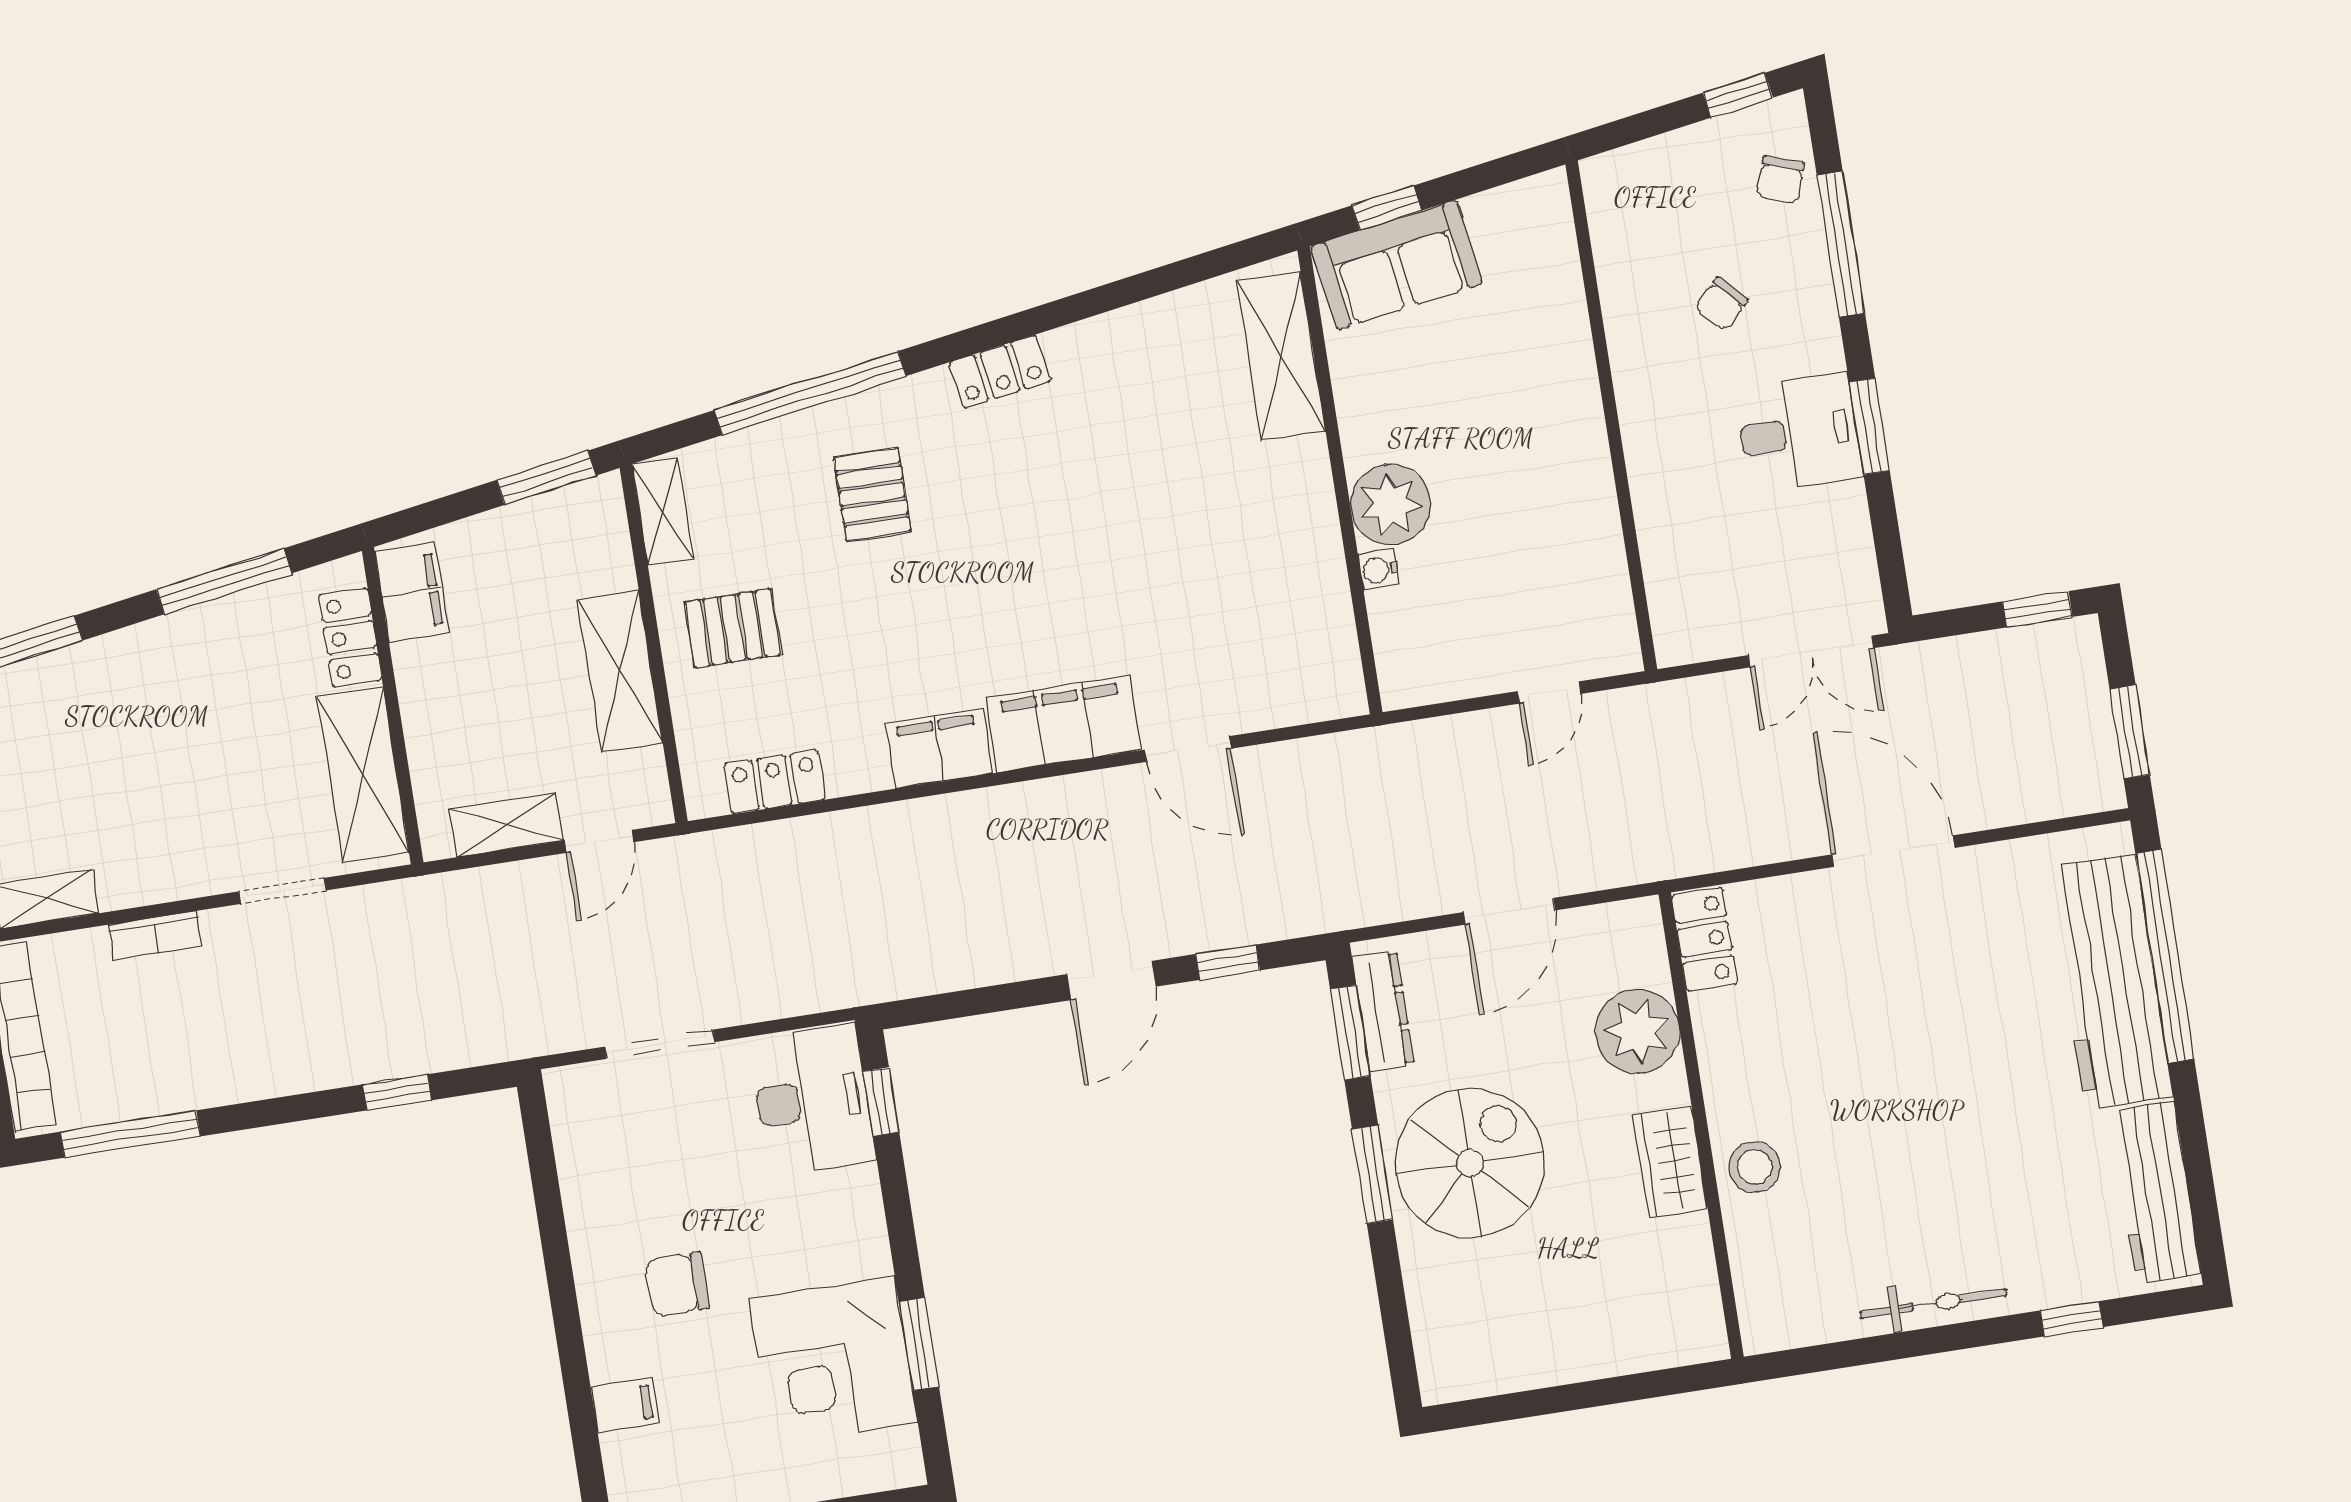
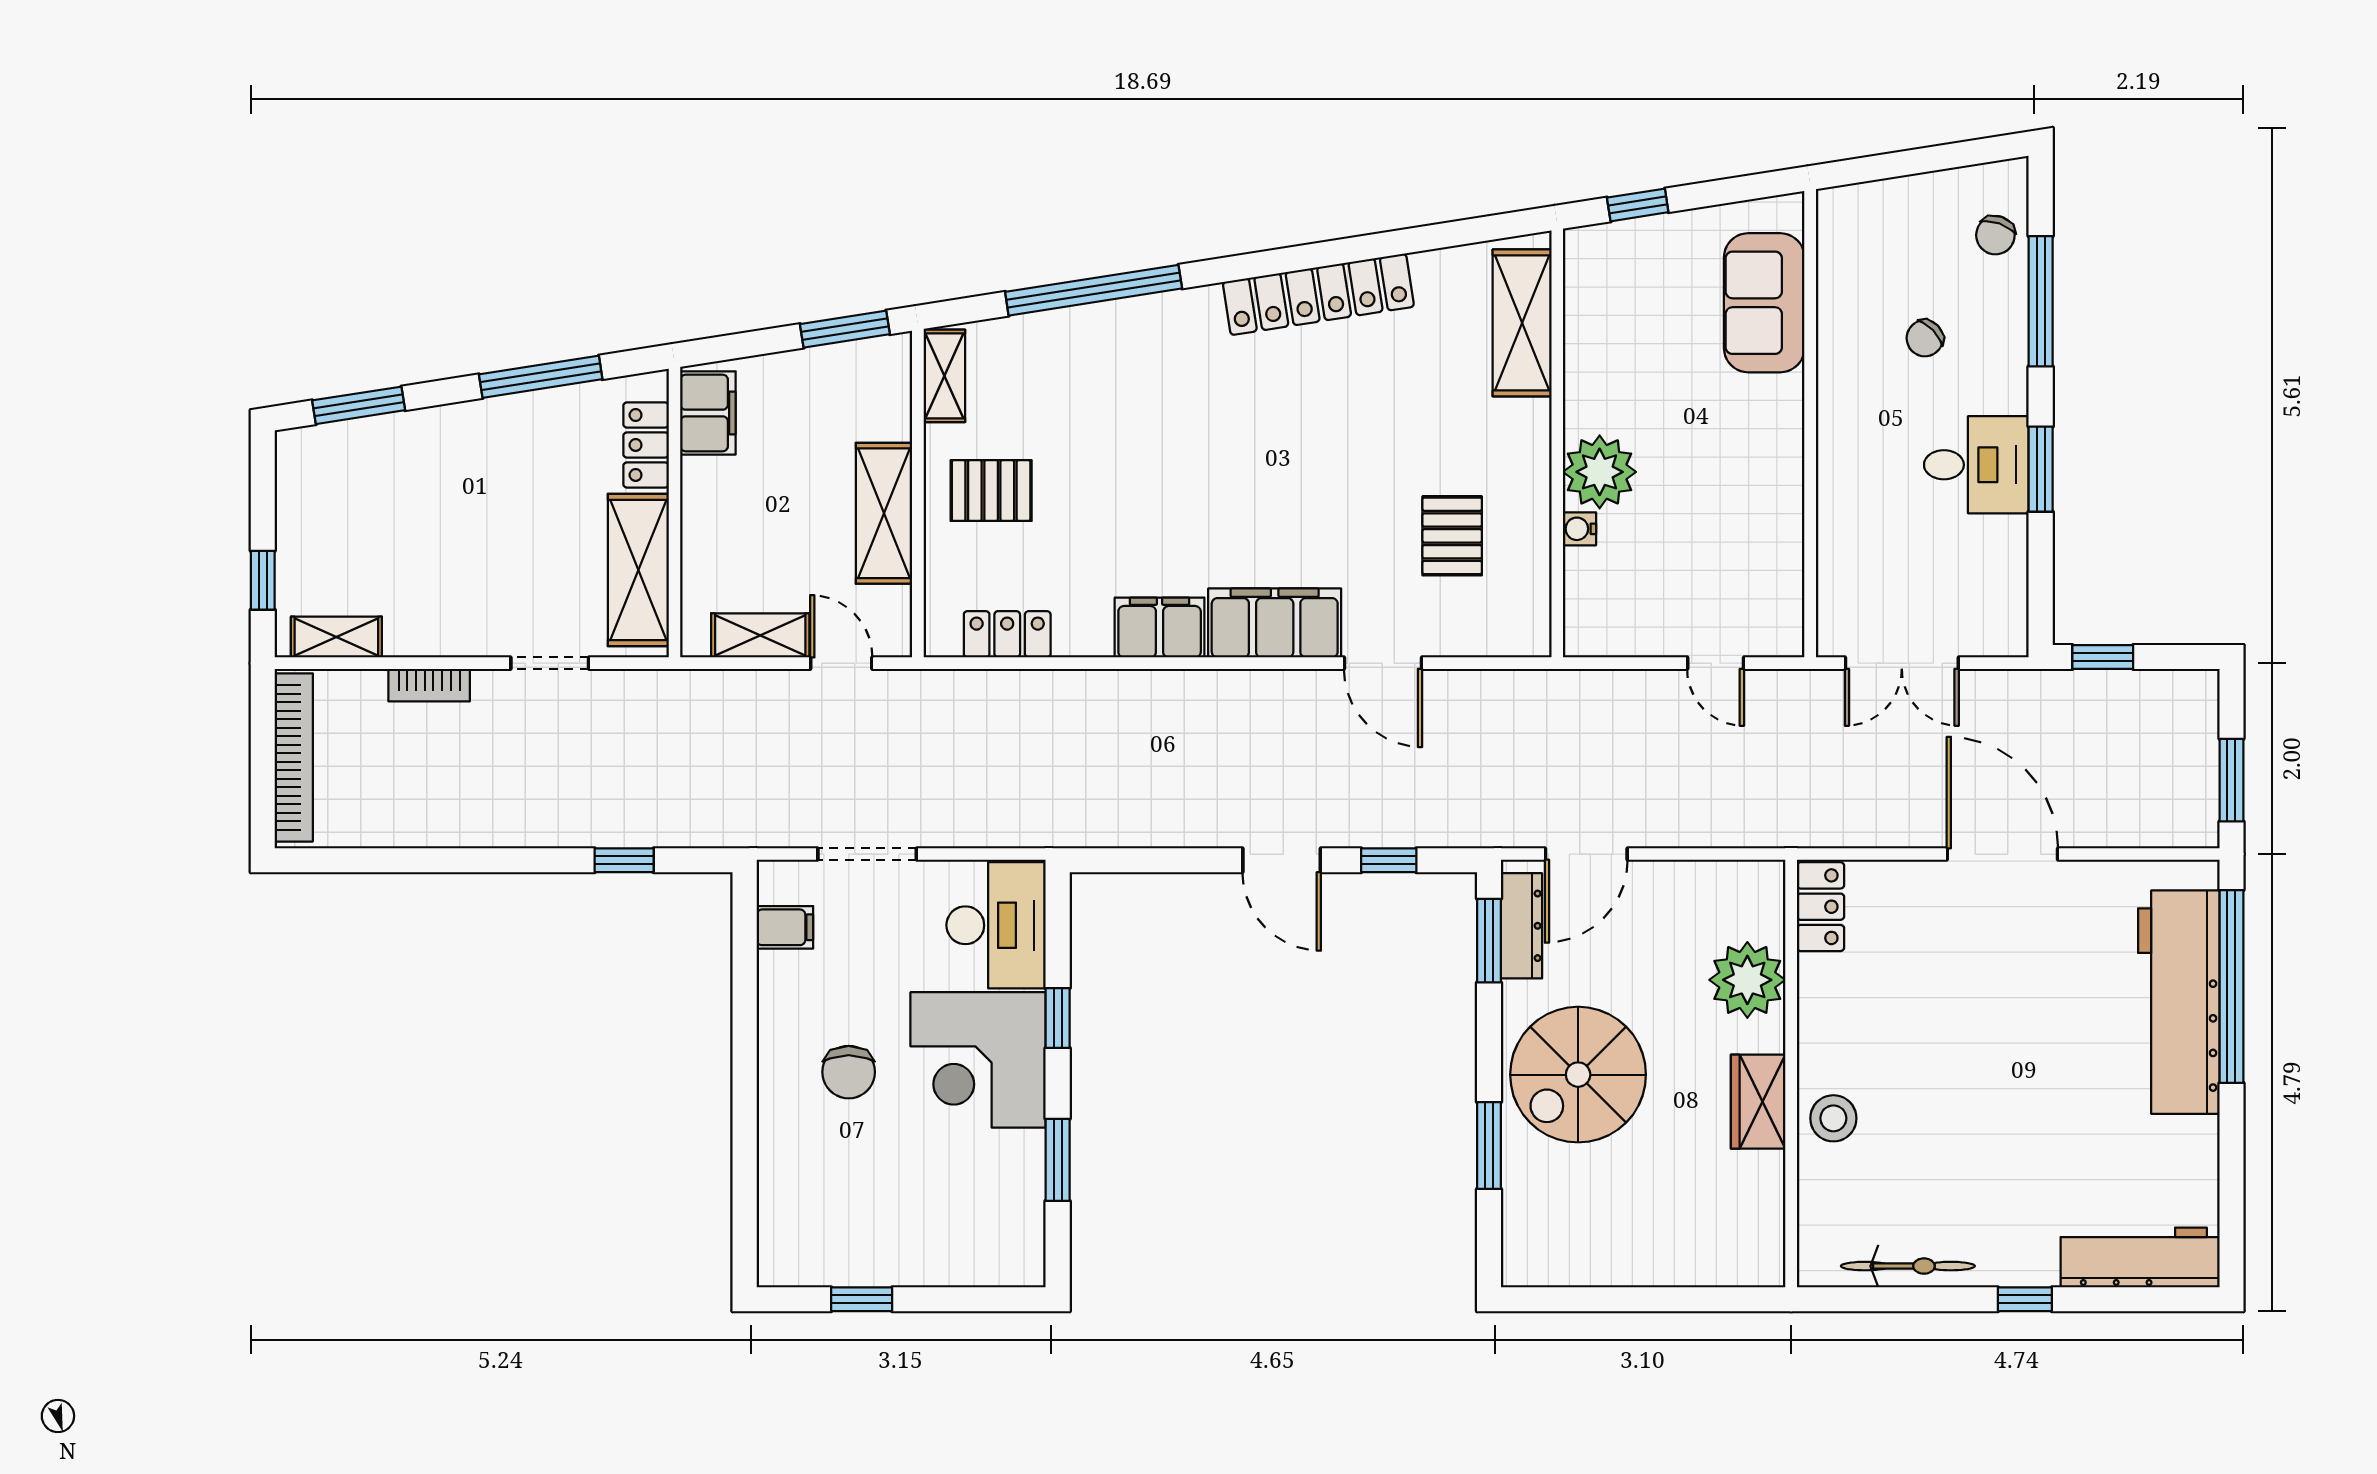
window: (1738, 95) -> (1969, 153), removed
sofa: (1397, 265) -> (1764, 303), moved, turned 99
locker: (1000, 372) -> (1318, 294), width x2.16, depth x1.21
pallet: (872, 494) -> (1452, 536), moved
window: (2037, 609) -> (2103, 657), moved
double door: (1811, 652) -> (1902, 663), moved
door: (1549, 693) -> (1716, 663), hinge flipped
door: (599, 841) -> (841, 663), swing flipped
door: (1509, 911) -> (1586, 854), moved
door: (1111, 980) -> (1282, 860), hinge flipped
window: (881, 1102) -> (1058, 1018), moved
window: (130, 1134) -> (379, 860), removed
spiral stairs: (1470, 1163) -> (1578, 1075), turned 180
window: (1372, 1174) -> (1489, 1145), moved
workbench: (2155, 1192) -> (2140, 1257), moved, turned 90
chair: (677, 1284) -> (849, 1072), turned -90
bicycle: (1933, 1303) -> (1908, 1266), moved
window: (2072, 1319) -> (2025, 1299), moved
corner desk: (833, 1361) -> (978, 1060), moved
filing cabinet: (625, 1405) -> (785, 927), moved

